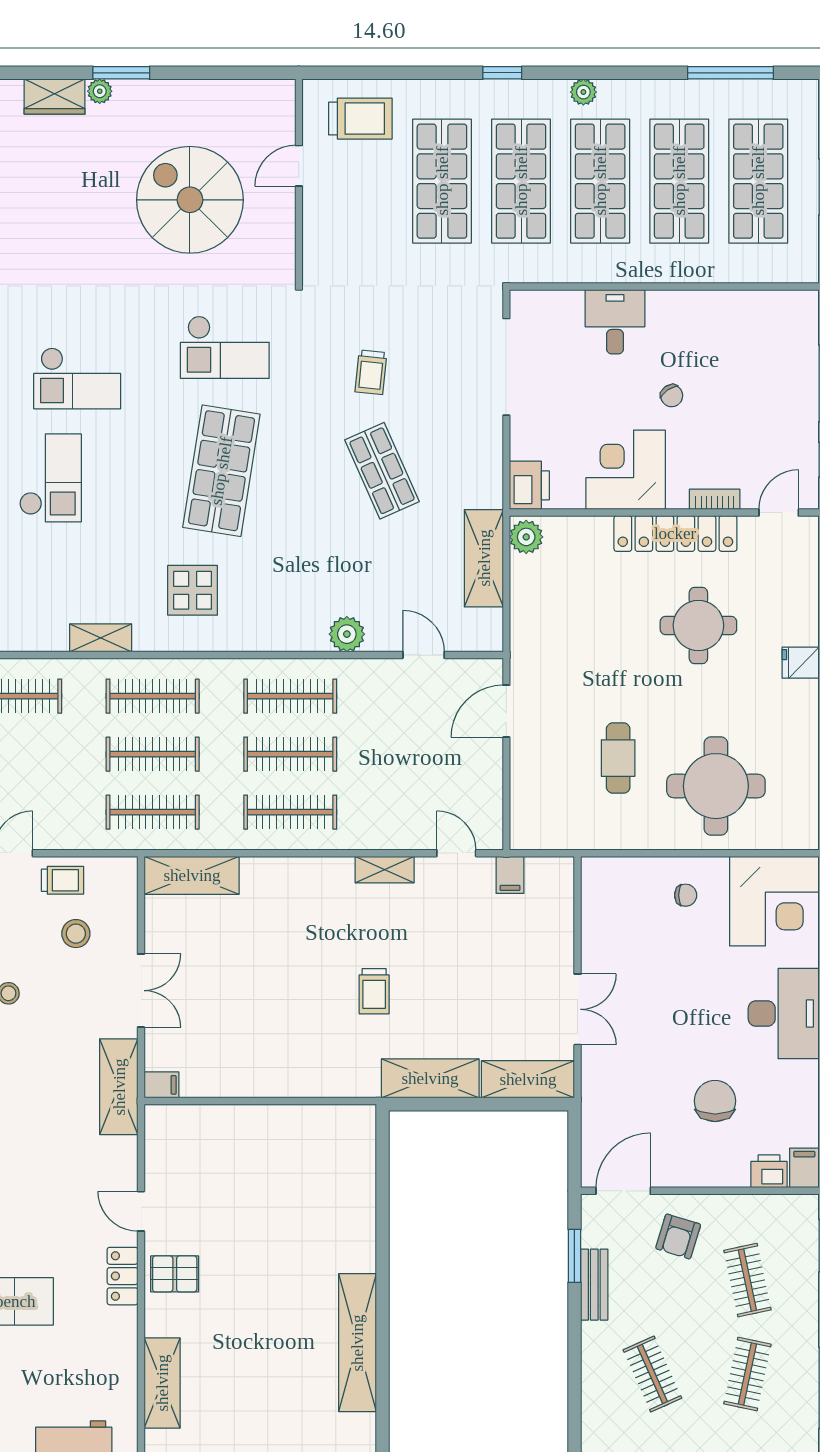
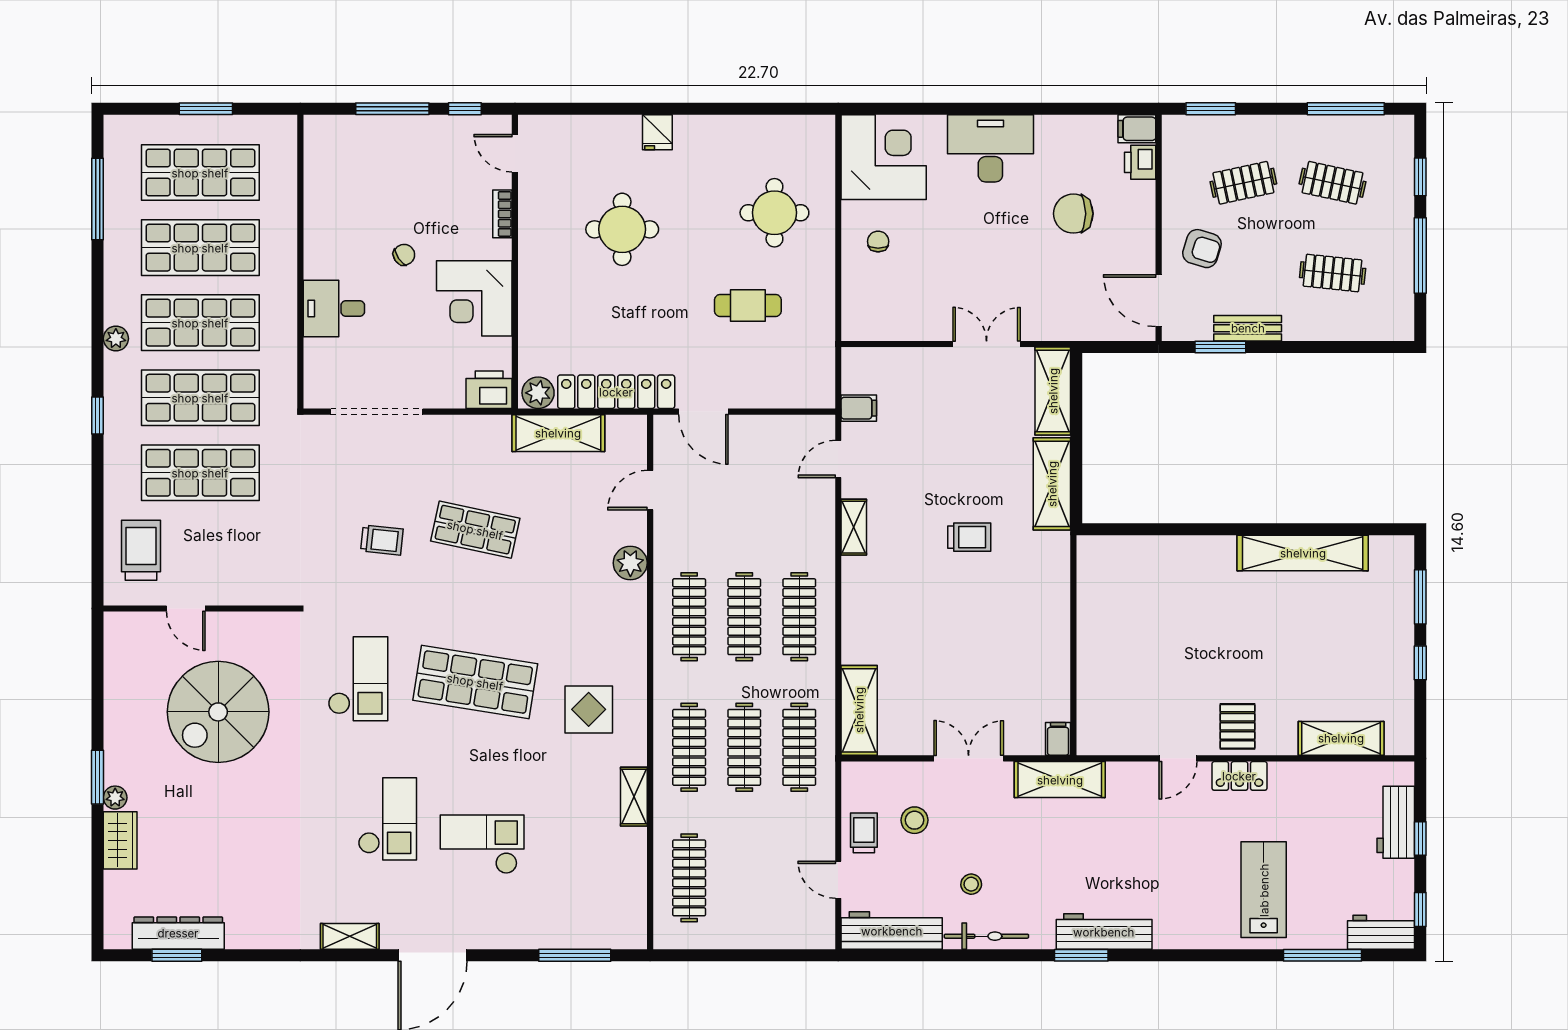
shop shelf: (382, 471) -> (475, 530), turned 36
locker: (675, 533) -> (616, 392), moved, turned -90
round table: (716, 786) -> (774, 213), width x0.73, depth x0.73
clothes rail: (652, 1374) -> (1333, 273), turned 30

